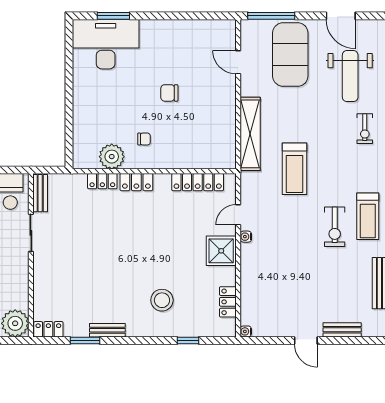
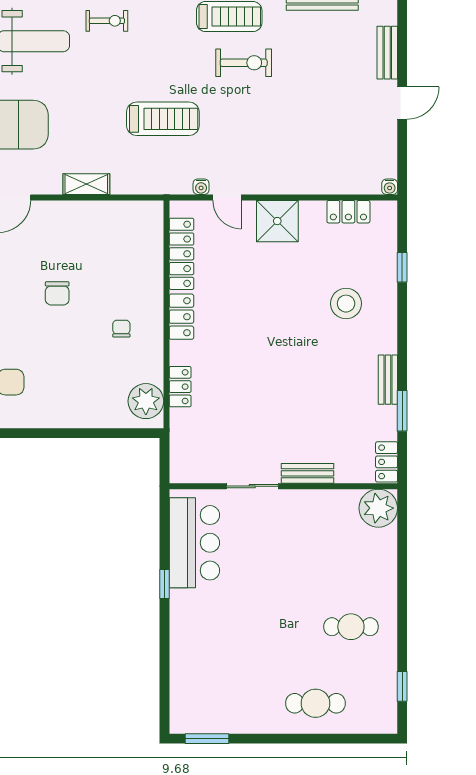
shelving: (250, 134) -> (86, 184), width x0.45, depth x0.75
plant: (112, 157) -> (146, 401), moved
locker: (136, 182) -> (181, 317), moved
bench: (40, 193) -> (308, 473), moved
water cooler: (246, 237) -> (201, 187), moved

